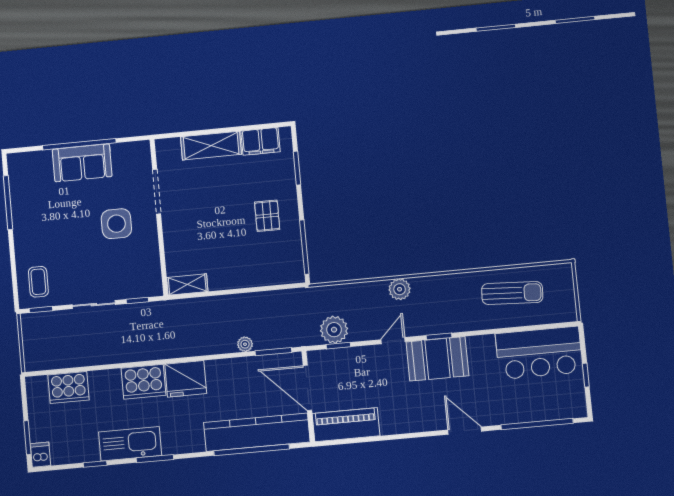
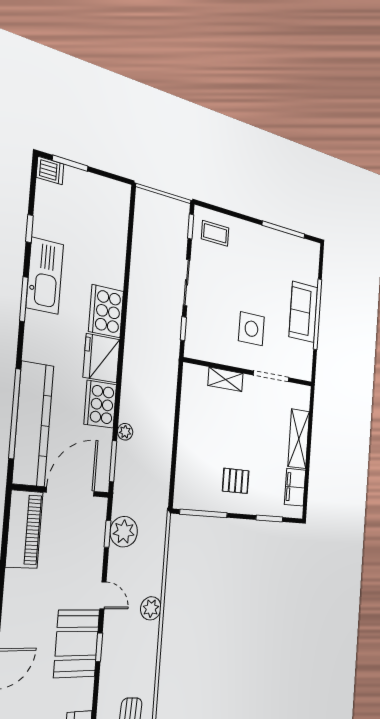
shelving: (187, 284) -> (226, 379), moved, turned 90
cooker: (68, 387) -> (100, 404), moved

